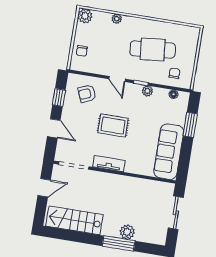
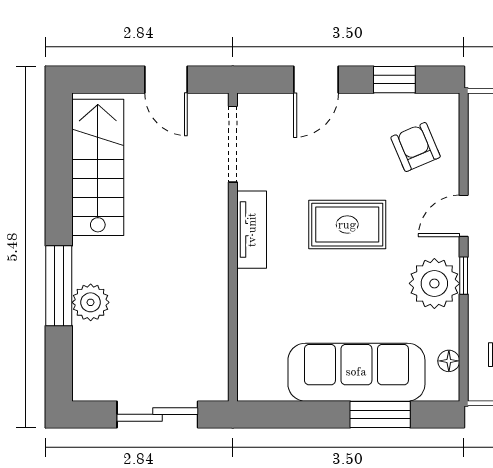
plant: (147, 91) -> (434, 283), width x1.88, depth x1.88
rug: (113, 126) -> (347, 225), turned 90
sofa: (169, 152) -> (356, 372), moved

